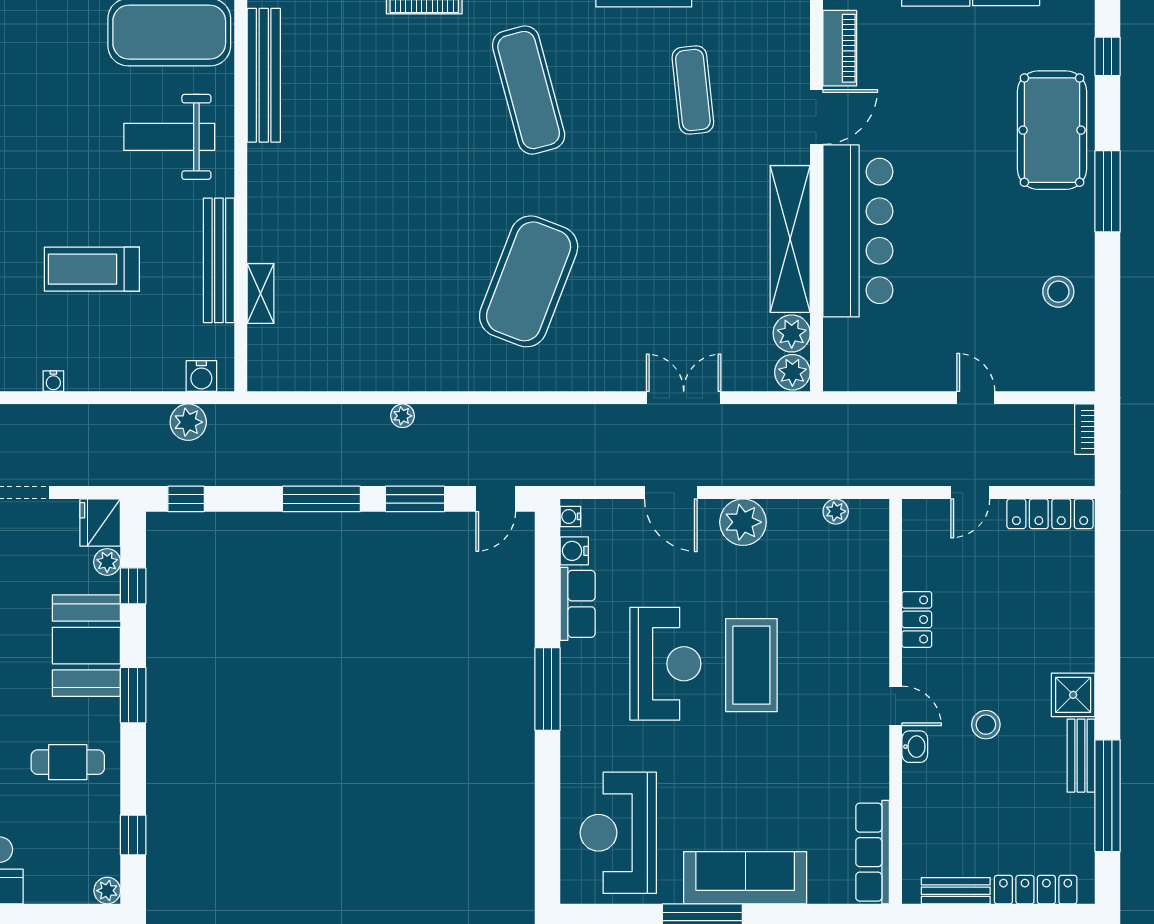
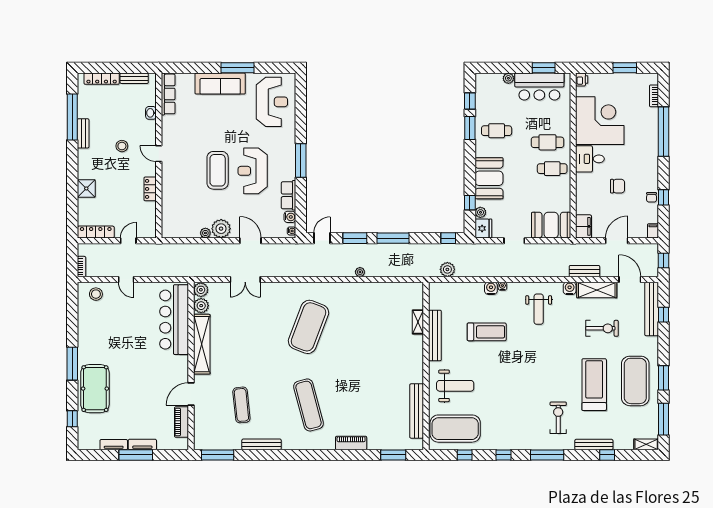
bar counter: (858, 231) -> (174, 320), moved
stool: (1058, 292) -> (96, 294), moved
water cooler: (201, 376) -> (491, 288), moved
plant: (836, 511) -> (205, 233), moved
window: (133, 695) -> (470, 128), moved
shower: (1073, 695) -> (86, 188), moved
washbasin: (915, 747) -> (151, 113), moved
plant: (107, 891) -> (508, 78), moved

